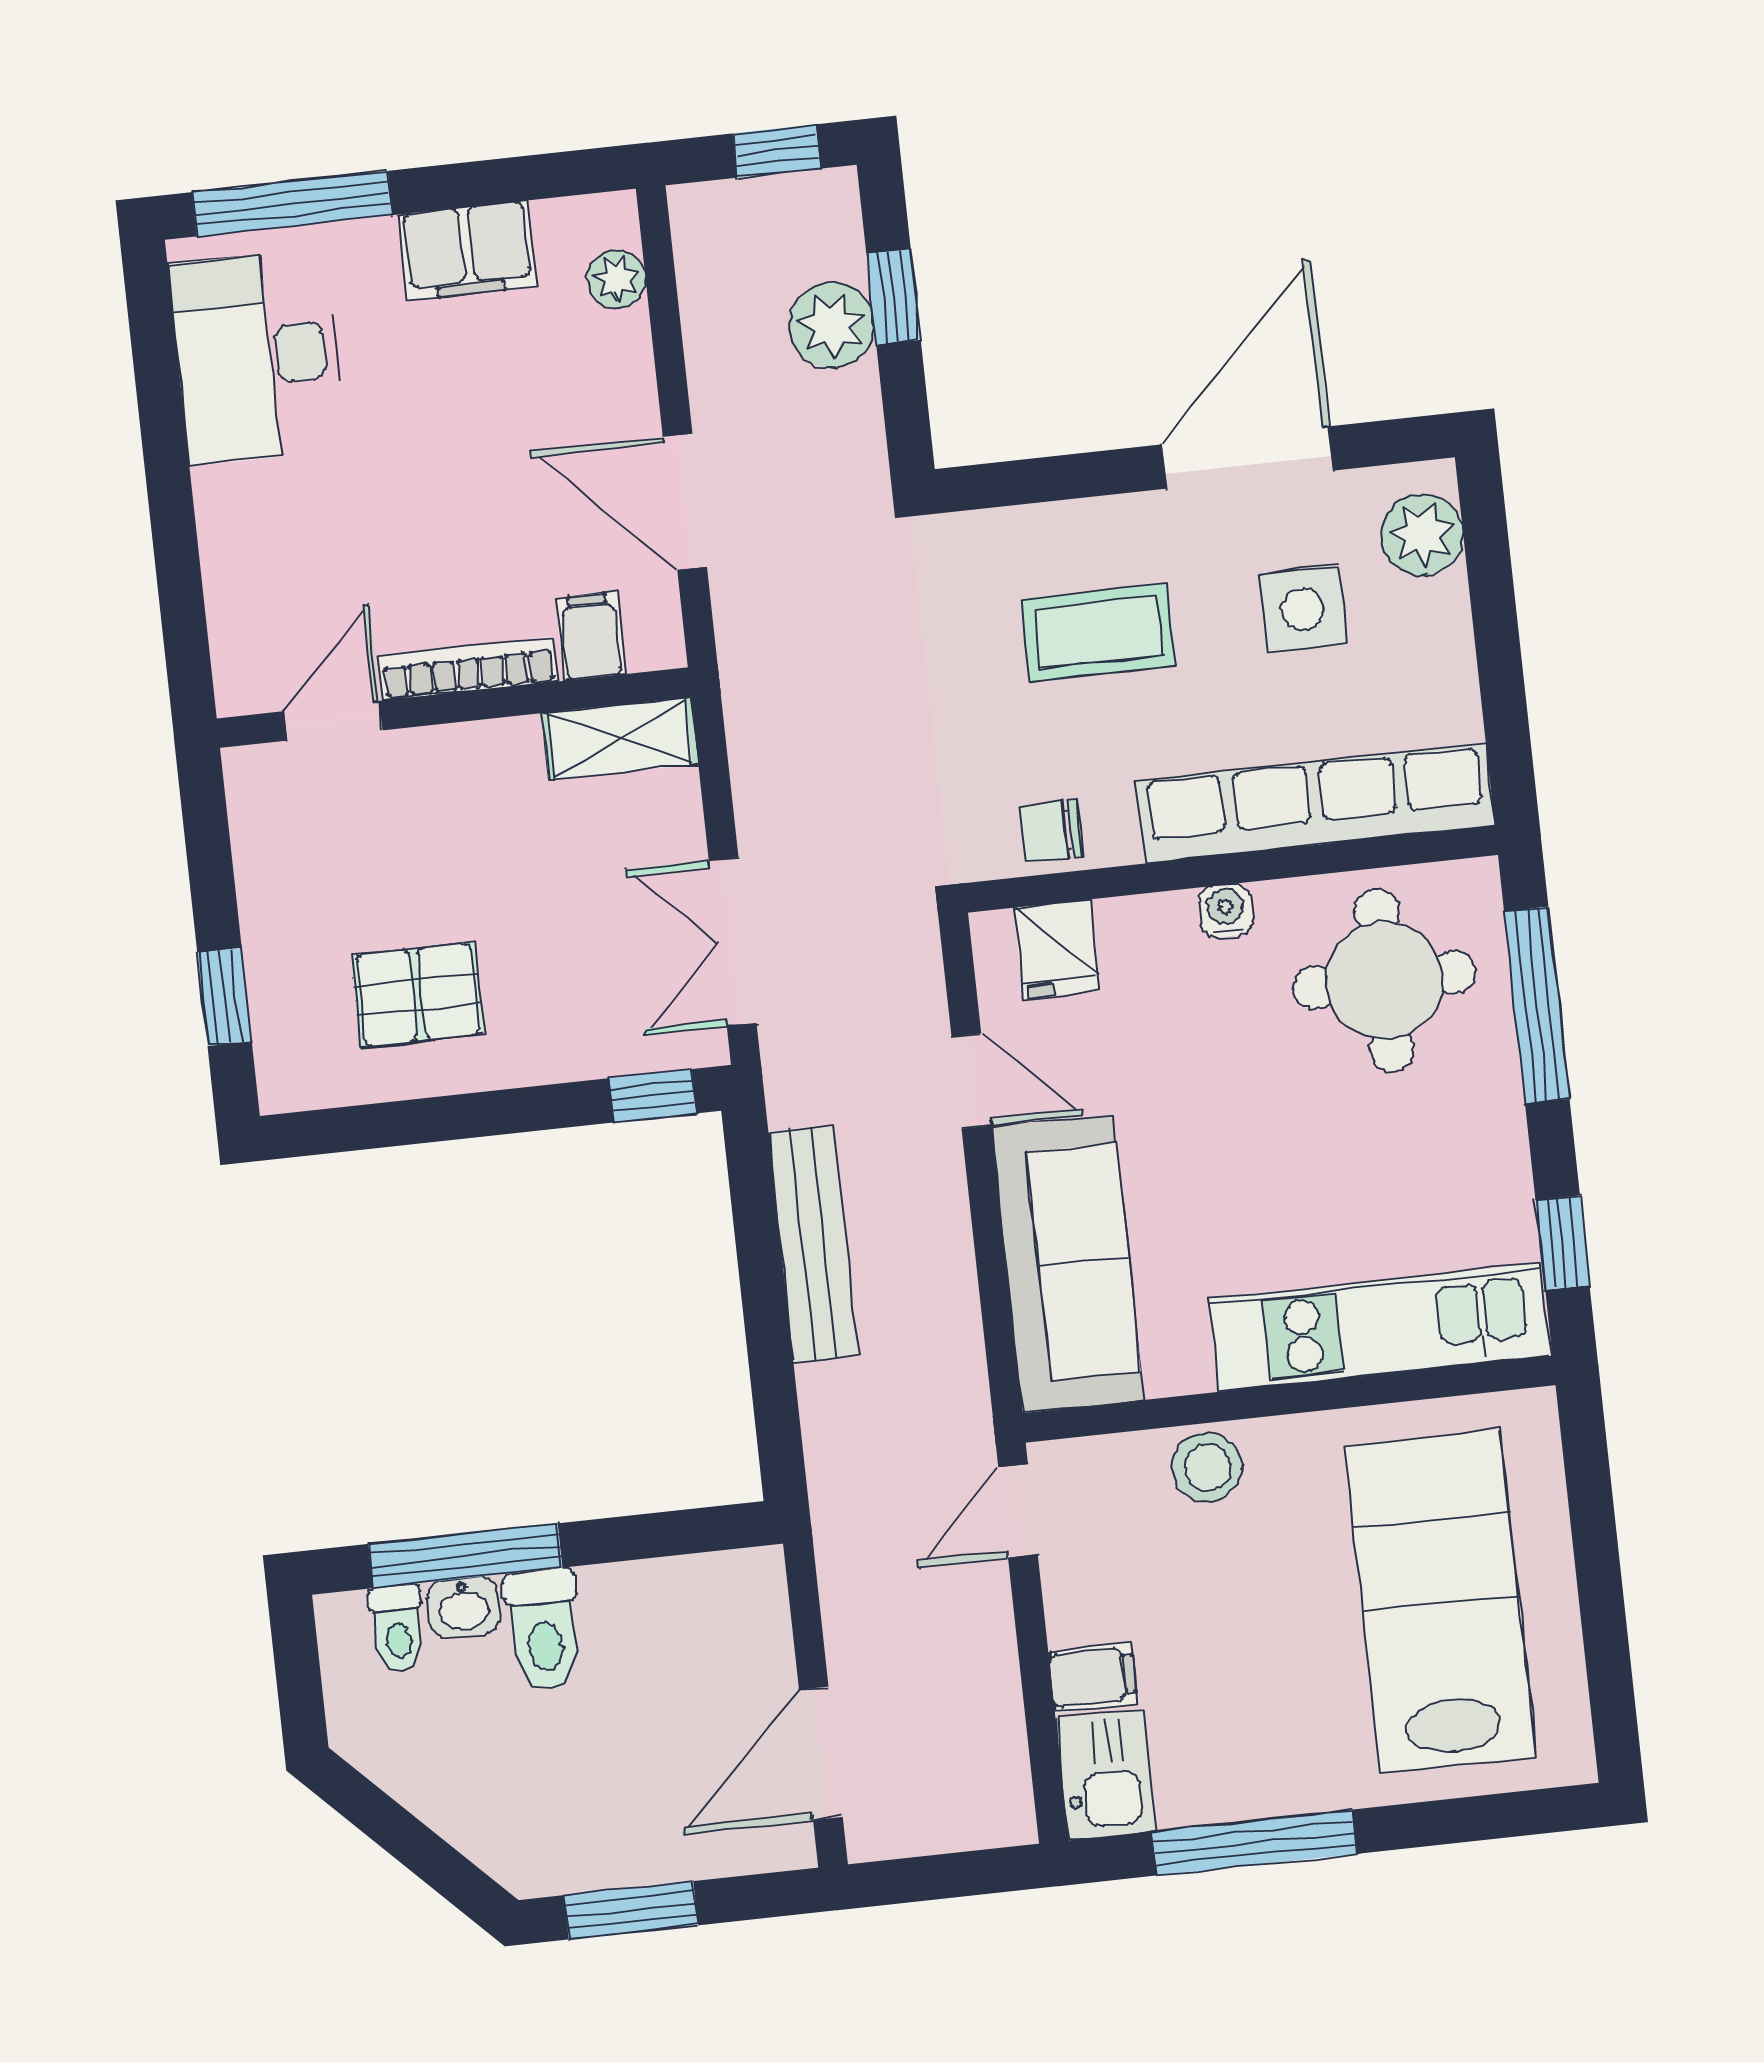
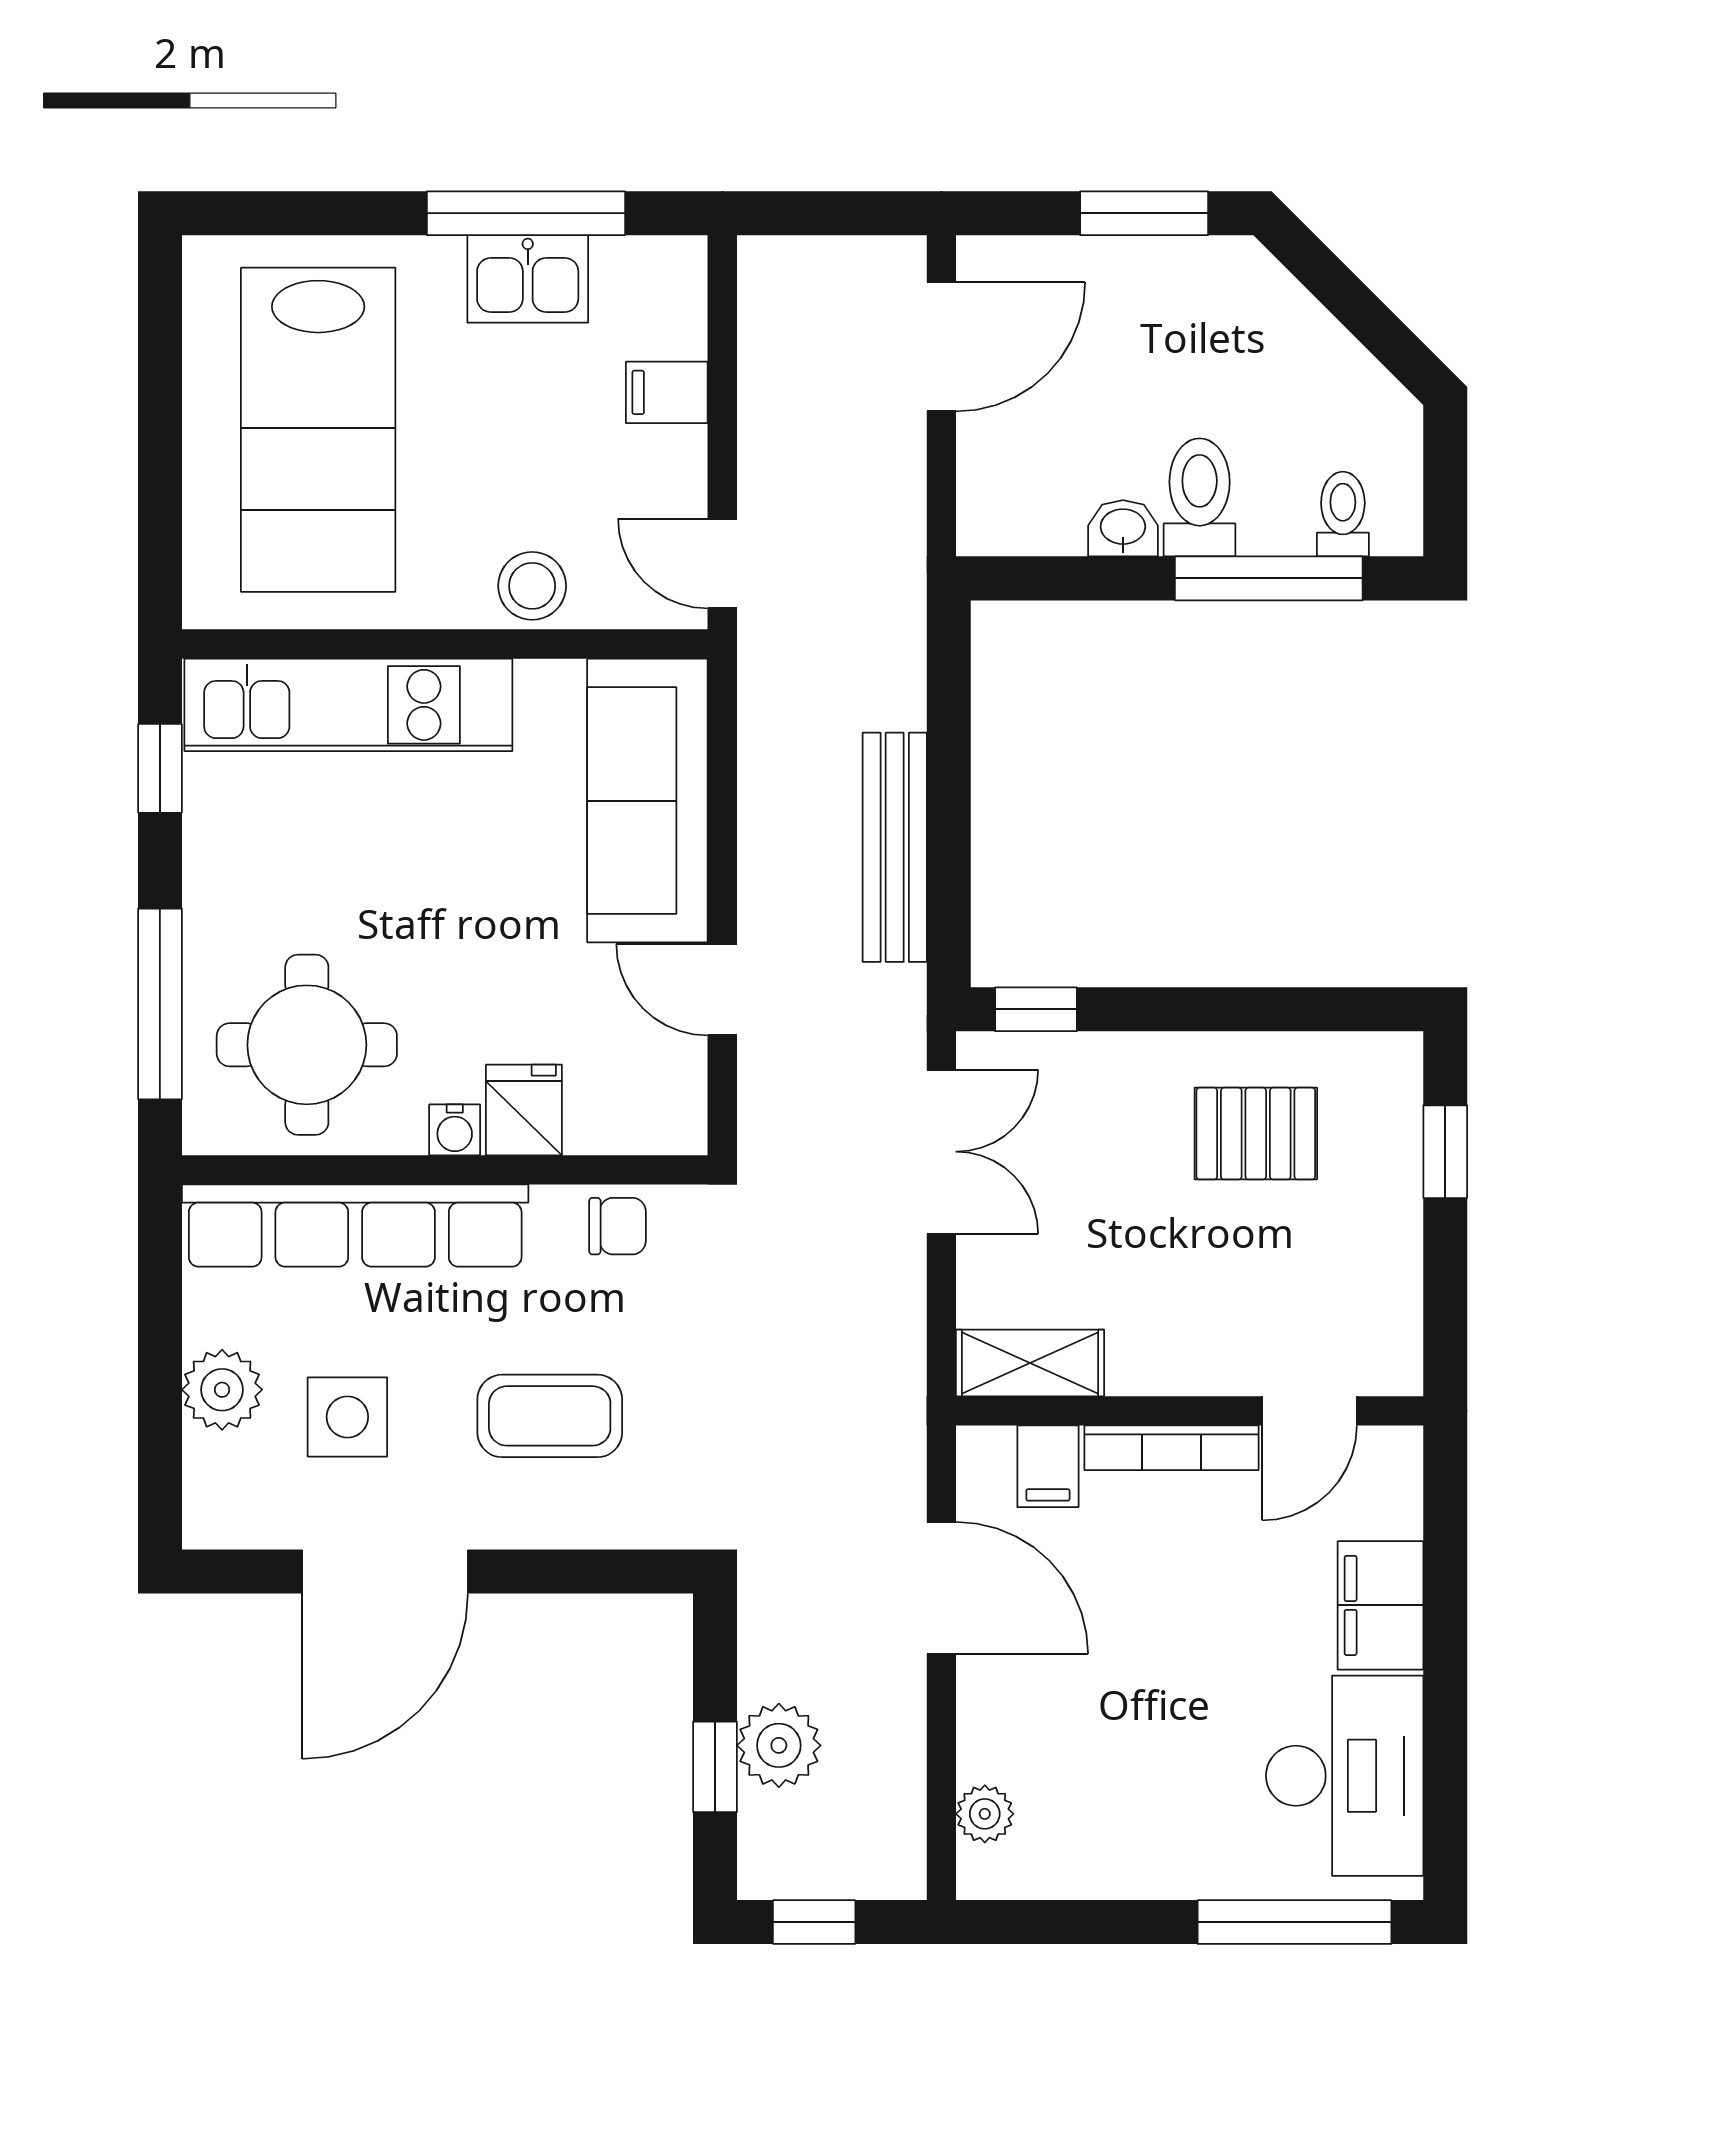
filing cabinet: (467, 251) -> (1381, 1605), moved, turned -90
plant: (1422, 535) -> (222, 1390), moved
fridge: (1057, 949) -> (524, 1110), moved
door: (1018, 1511) -> (722, 564), swing flipped
washbasin: (463, 1607) -> (1123, 528), moved
kitchen sink: (1106, 1775) -> (528, 279), moved, turned -90

